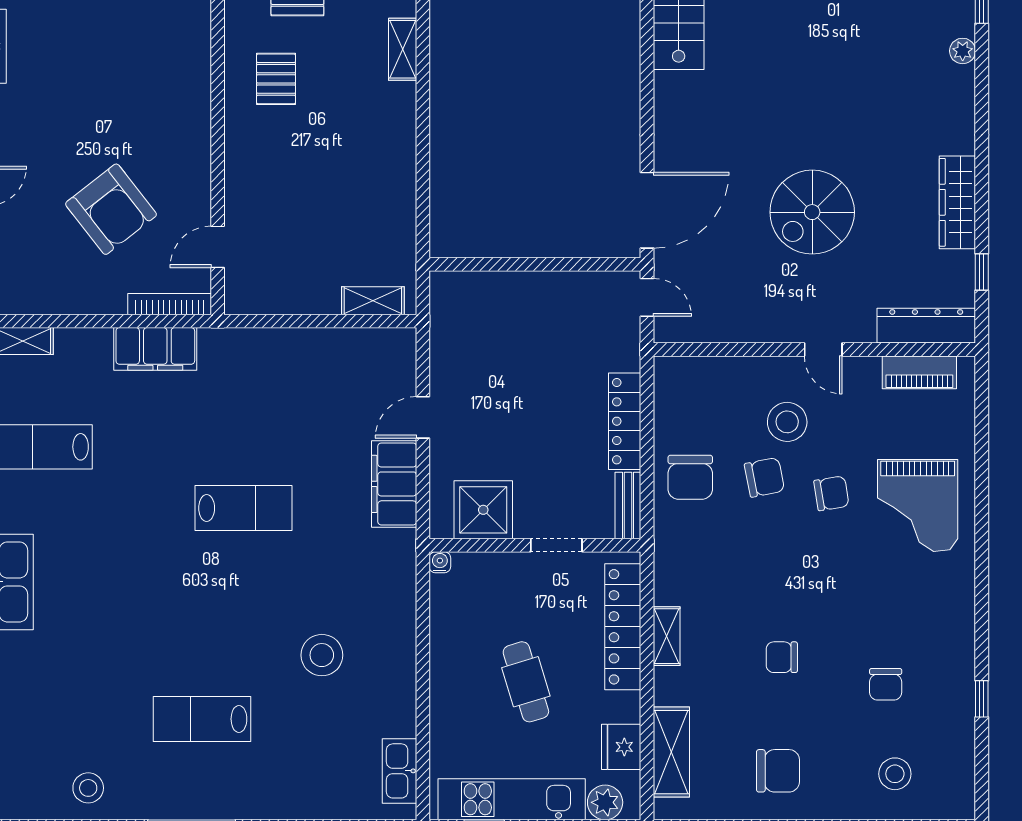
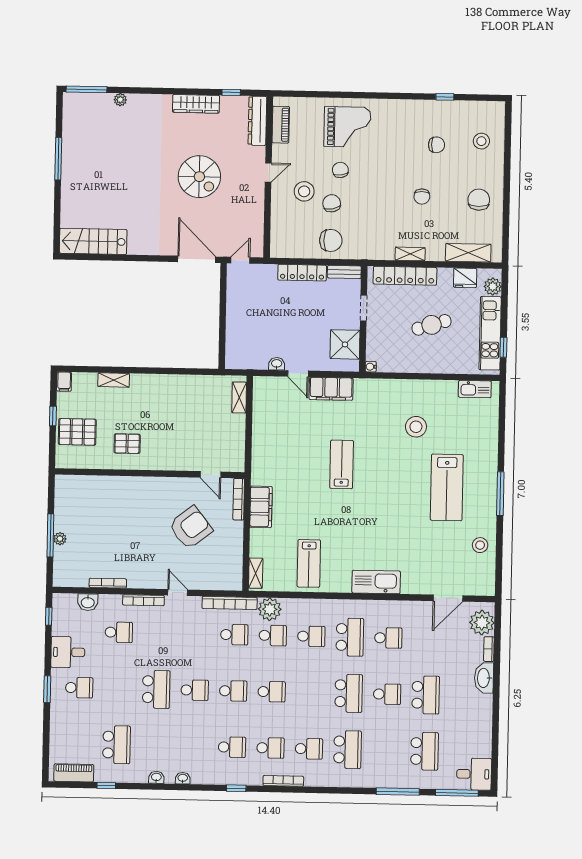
washbasin: (442, 374) -> (277, 364), added
lab bench: (202, 719) -> (447, 487), width x1.36, depth x1.39

